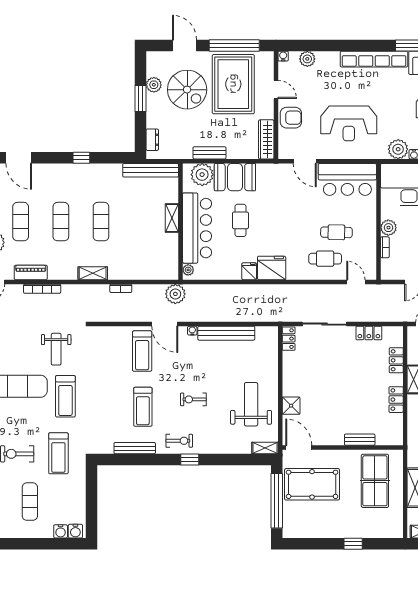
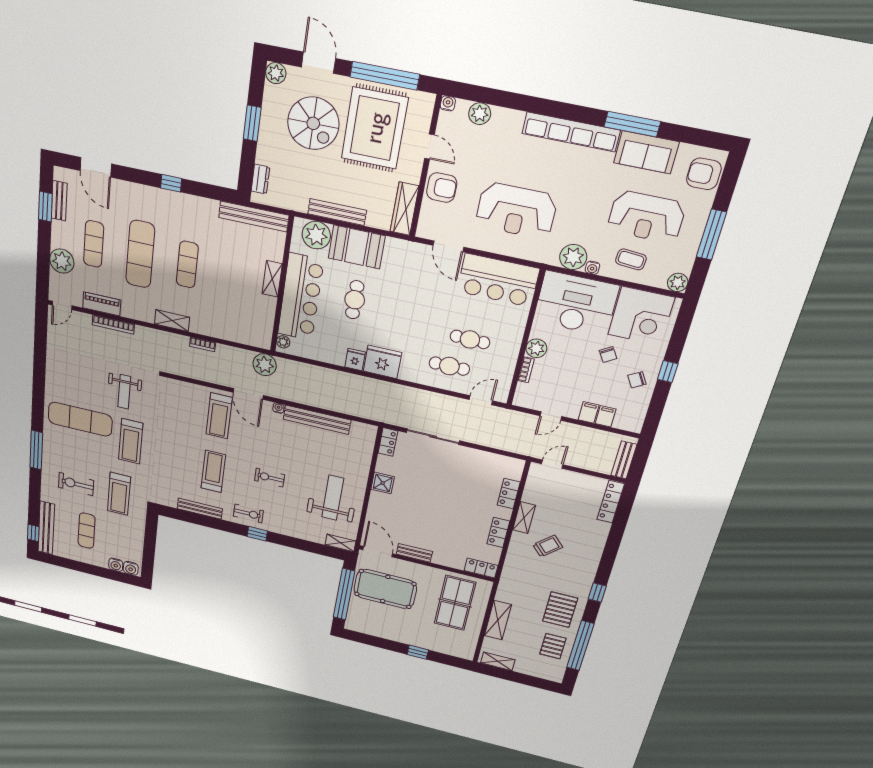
plant: (154, 85) -> (276, 73), moved
bench: (209, 153) -> (337, 212), width x1.36
exercise mat: (61, 222) -> (140, 254), width x1.36, depth x1.45
door: (356, 282) -> (481, 400), hinge flipped
locker: (369, 333) -> (481, 568), moved, turned 180
shower: (291, 406) -> (383, 483), moved
treadmill: (143, 407) -> (213, 472), turned 180
bench: (360, 440) -> (414, 553), moved

